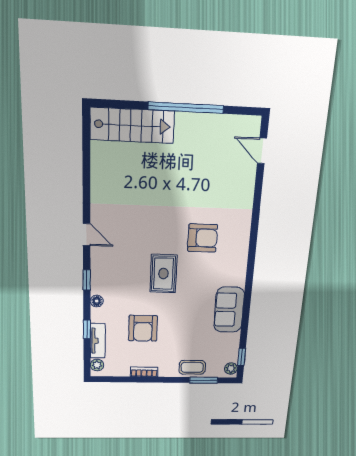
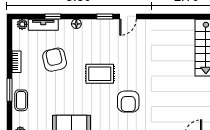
window: (87, 280) -> (105, 16), moved
armchair: (143, 328) -> (55, 60), turned 77
window: (204, 380) -> (10, 90), moved

